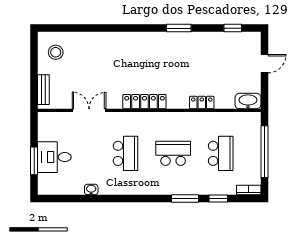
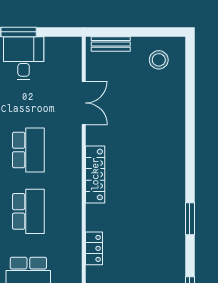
school desk: (125, 153) -> (28, 150), turned -90

